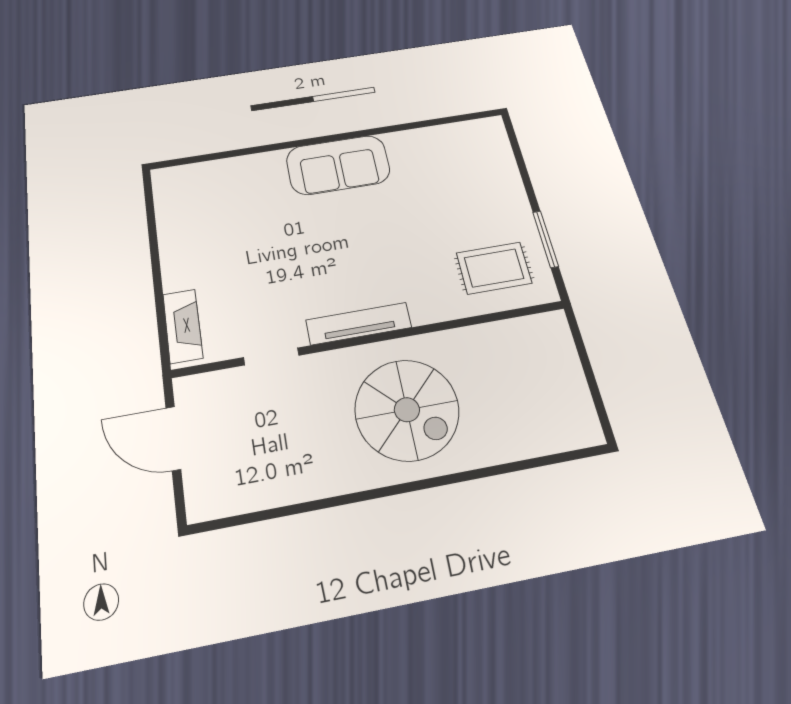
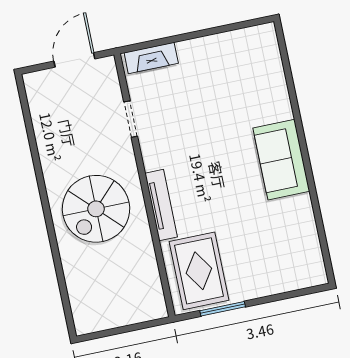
rug: (494, 268) -> (199, 271), width x1.36, depth x1.43
tv unit: (359, 324) -> (161, 205), moved

